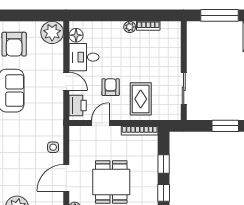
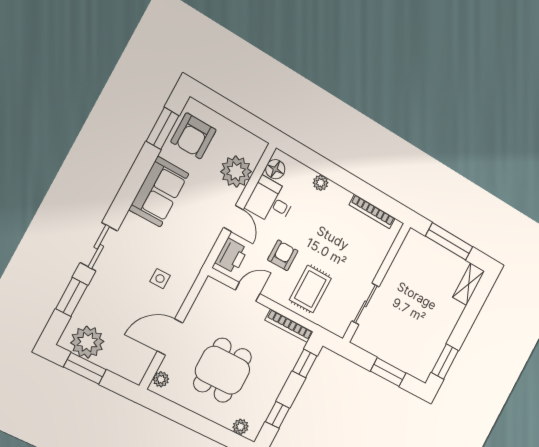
bookcase: (148, 26) -> (372, 212), width x1.56
plant: (130, 27) -> (321, 183), moved
plant: (52, 32) -> (236, 172), moved
side table: (53, 147) -> (160, 279), moved
window: (164, 164) -> (305, 363), moved

